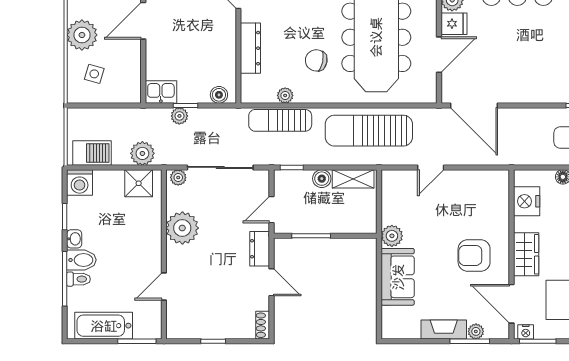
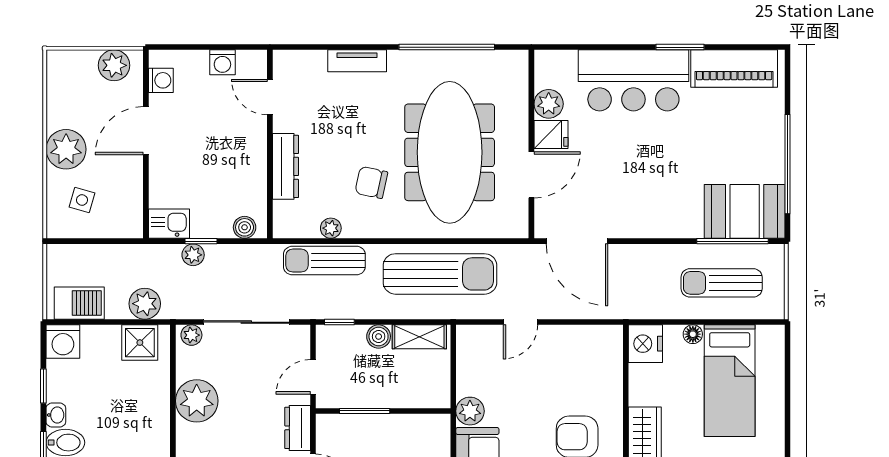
sun lounger: (369, 131) -> (440, 274), turned 180
nightstand: (527, 201) -> (645, 344), moved

